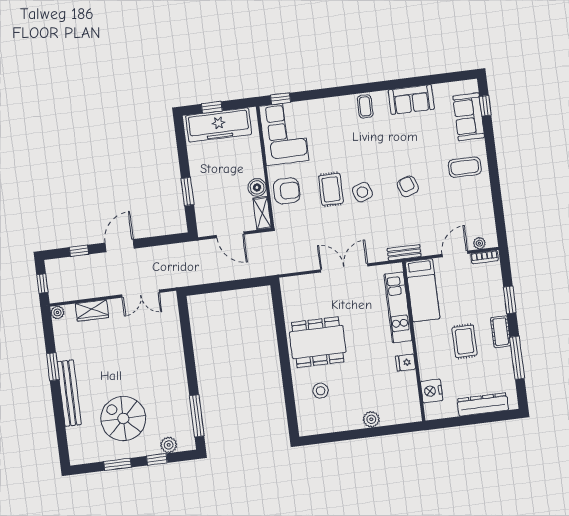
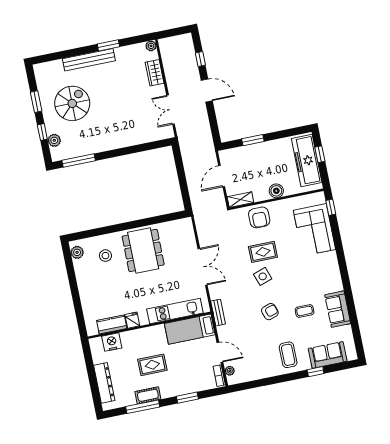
coffee table: (365, 106) -> (305, 311), moved
window: (485, 106) -> (316, 372), moved
corner sofa: (284, 133) -> (314, 230), moved, turned 90
boiler: (257, 187) -> (276, 191), moved
window: (42, 283) -> (173, 32), removed
cot: (501, 332) -> (148, 395), moved
kitchen counter: (409, 389) -> (112, 324), added
plant: (371, 419) -> (77, 252), moved

